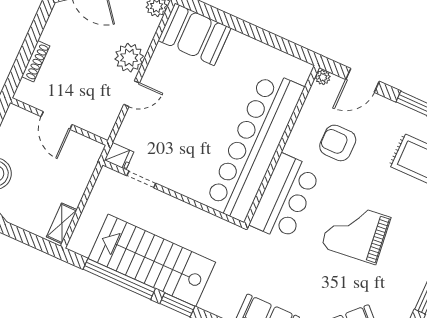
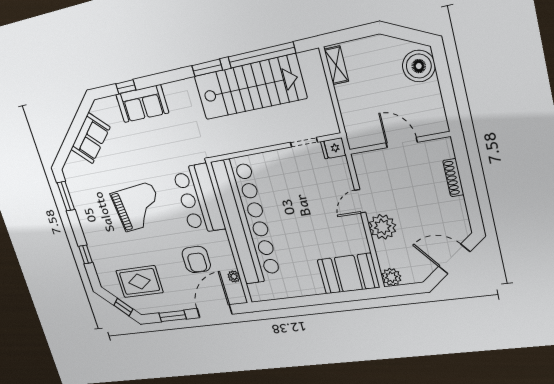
plant: (323, 77) -> (234, 276), moved
door: (362, 80) -> (214, 311), width x1.36
armchair: (338, 143) -> (196, 259), turned 90

